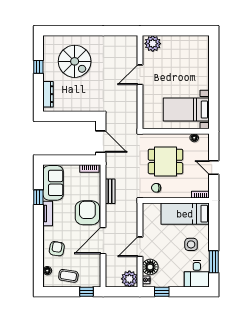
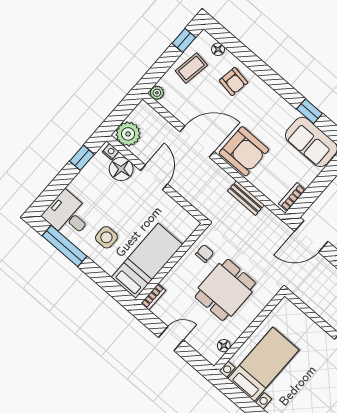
tv unit: (48, 214) -> (282, 106), removed
door: (103, 241) -> (197, 142), hinge flipped
window: (214, 262) -> (64, 246), width x1.44
plant: (96, 282) -> (157, 93), added
window: (87, 292) -> (184, 40), moved

